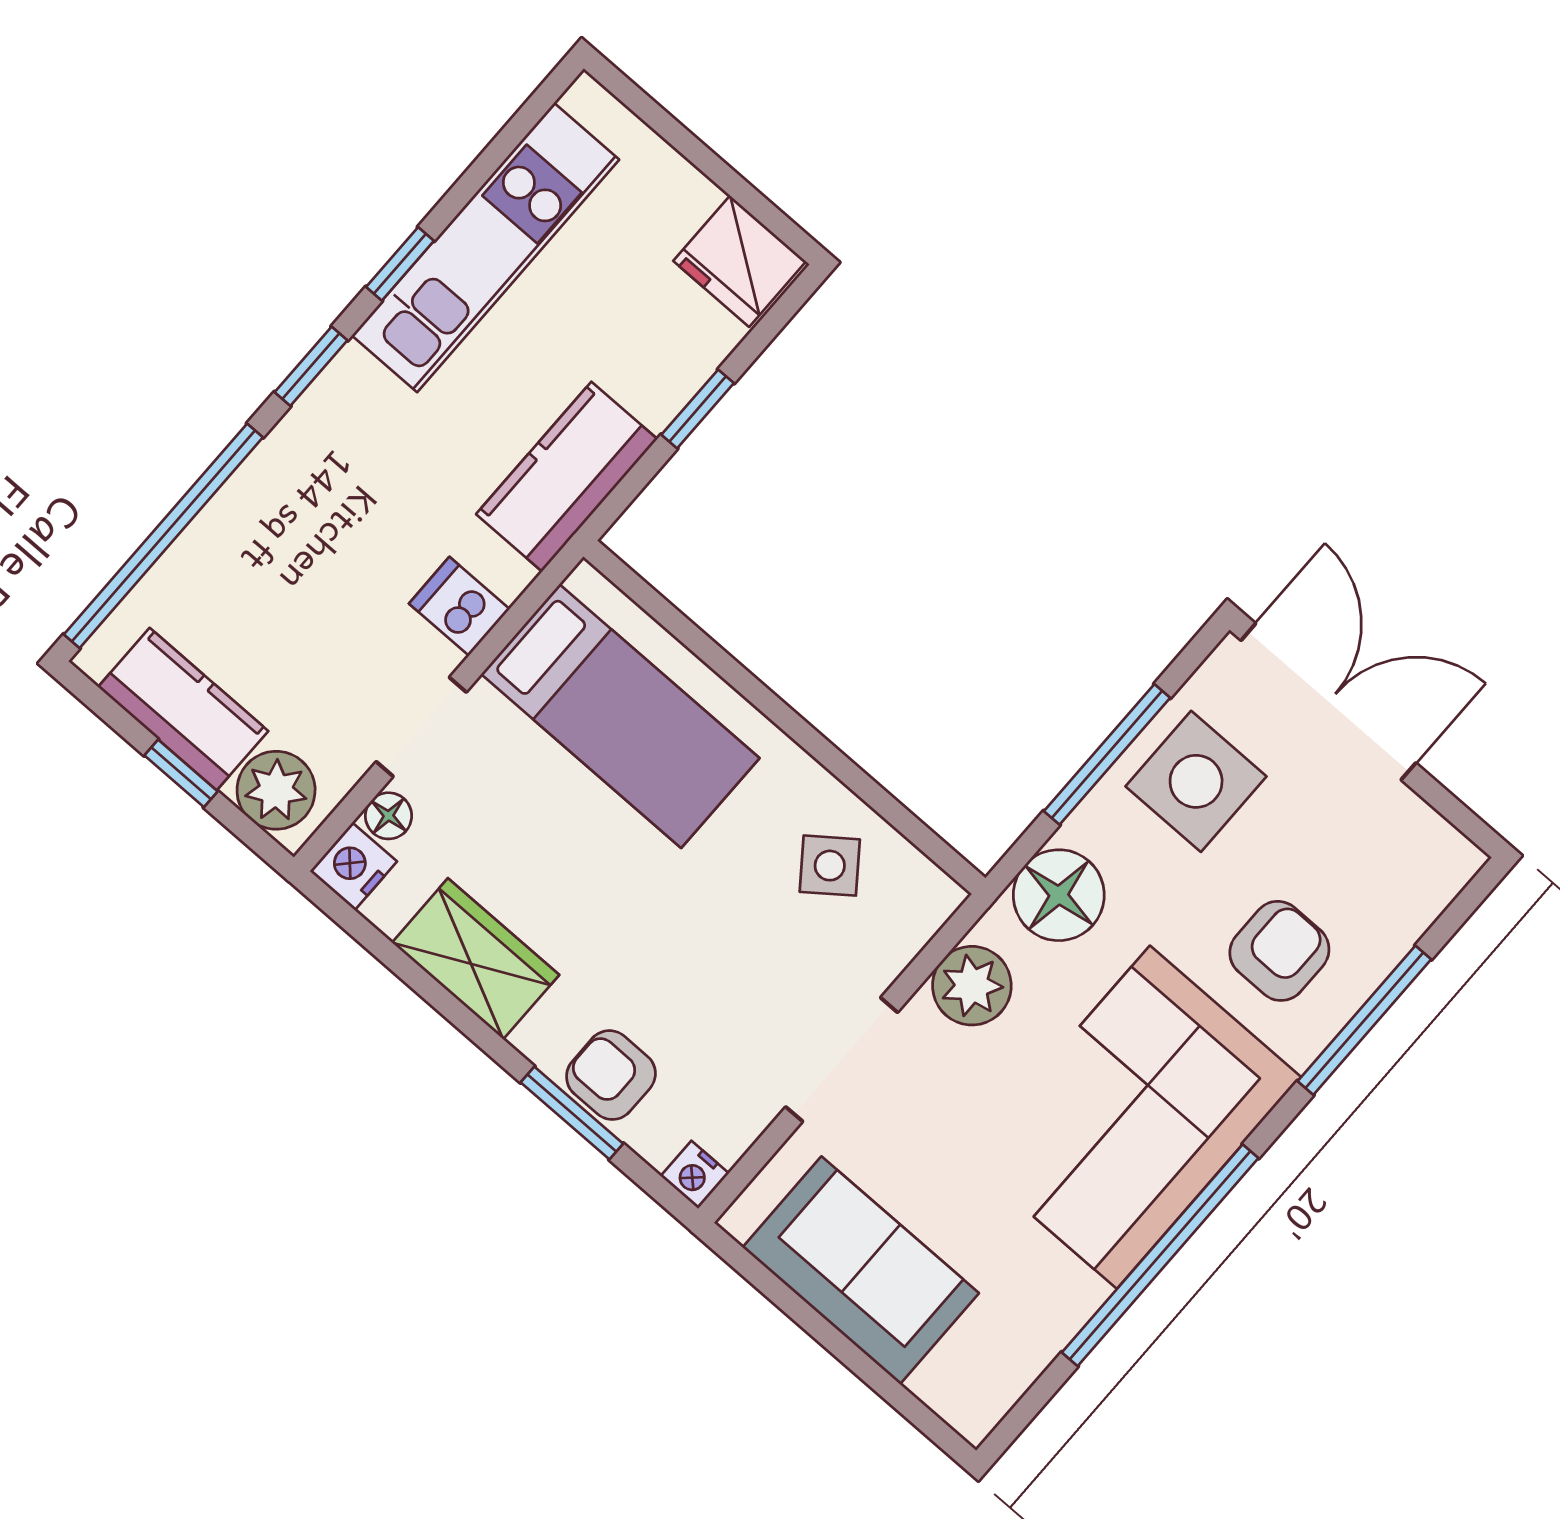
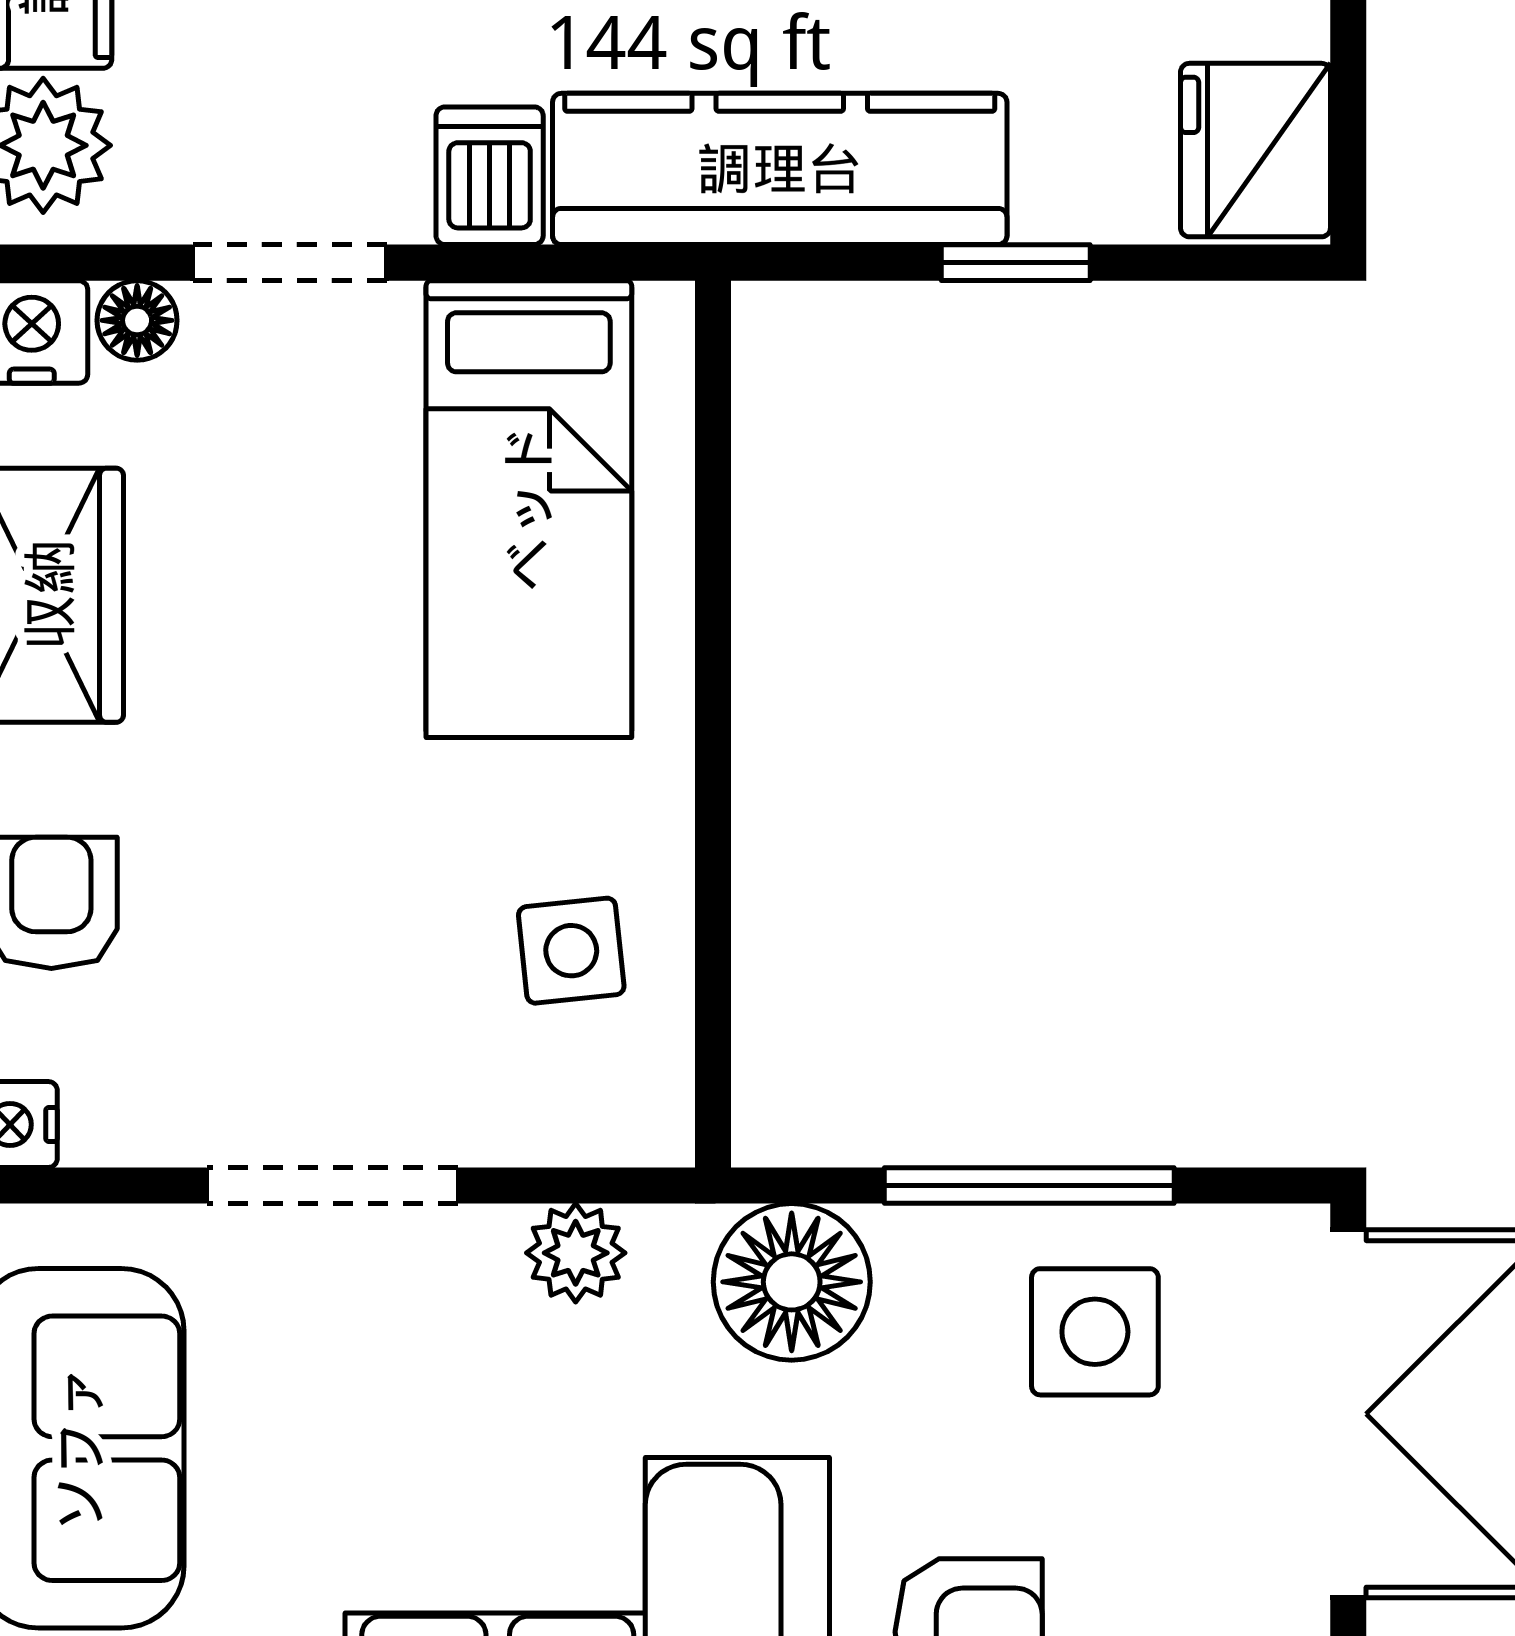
kitchen counter: (567, 477) -> (780, 169), width x1.50
side table: (1196, 781) -> (1095, 1332), width x0.73, depth x0.73
side table: (830, 866) -> (571, 951), turned 31
plant: (972, 986) -> (576, 1253), width x0.73, depth x0.73

